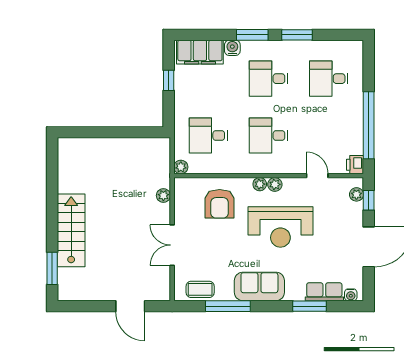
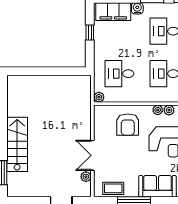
plant: (163, 196) -> (86, 177), moved

